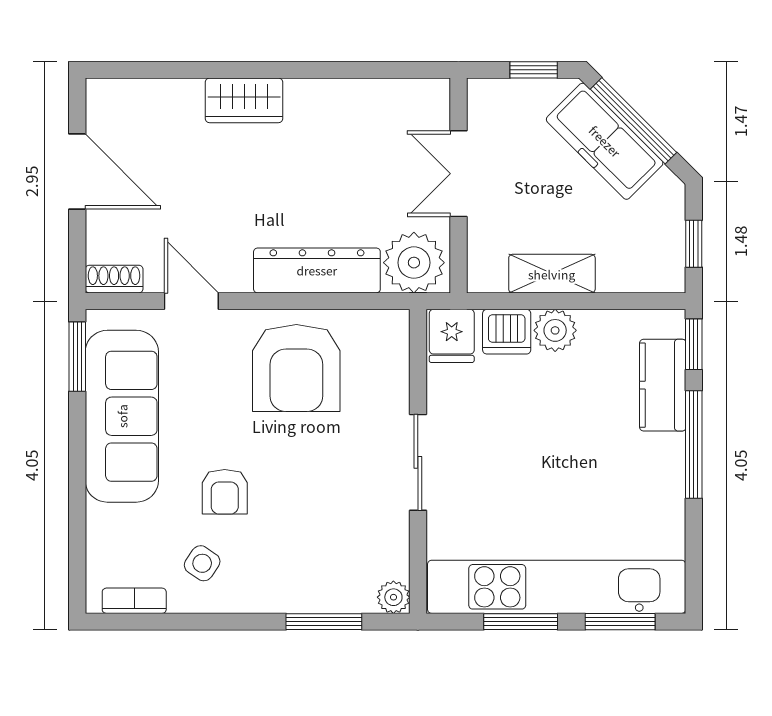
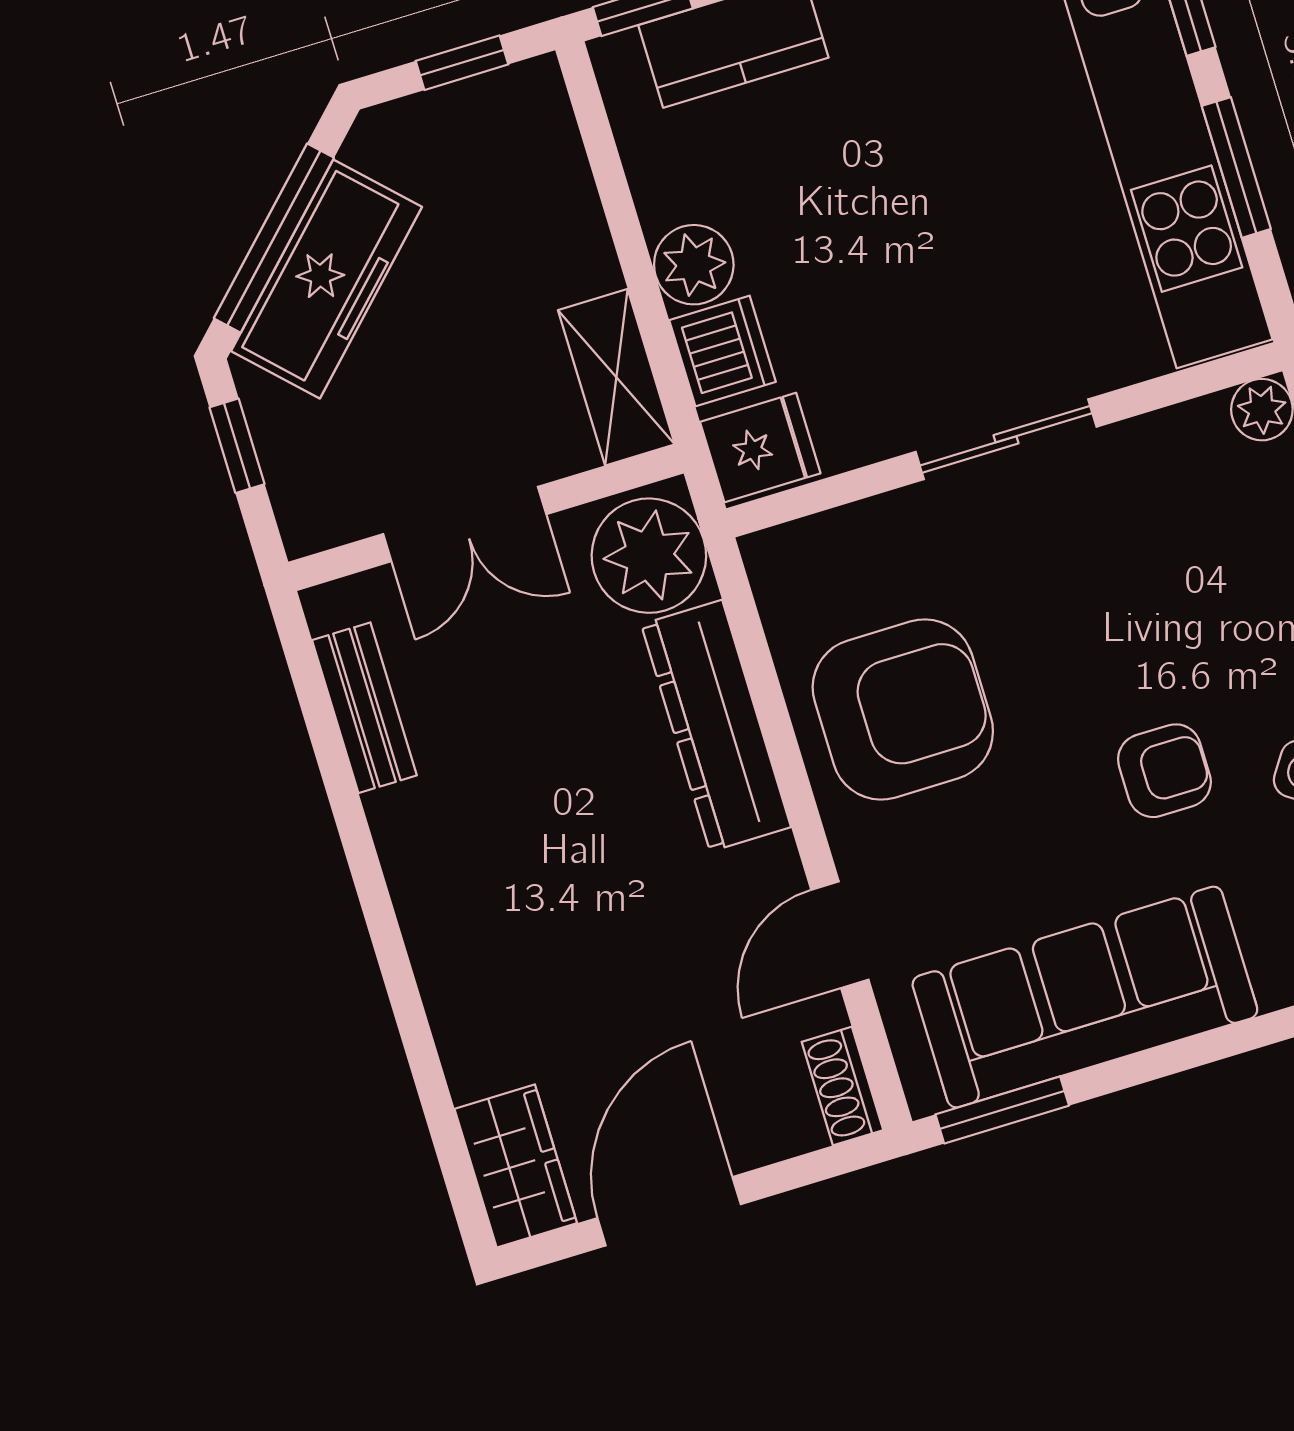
bench: (381, 94) -> (364, 708), added
wardrobe: (244, 100) -> (516, 1166), moved
shelving: (552, 274) -> (616, 377), moved

